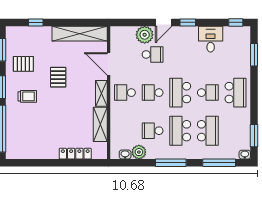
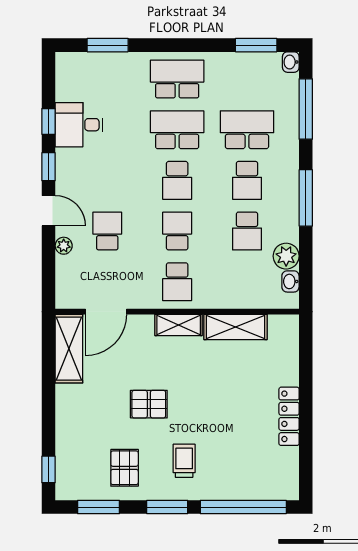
window: (36, 22) -> (49, 469), moved
window: (236, 22) -> (49, 121), moved
shelving: (80, 34) -> (69, 349), width x0.68
plant: (145, 35) -> (64, 246), width x0.53, depth x0.53
door: (109, 64) -> (106, 312), moved
school desk: (153, 93) -> (177, 231), turned 180
school desk: (180, 93) -> (177, 180), width x0.54
school desk: (208, 93) -> (177, 130), width x1.85
school desk: (180, 131) -> (247, 180), width x0.54
locker: (75, 154) -> (289, 416), moved

